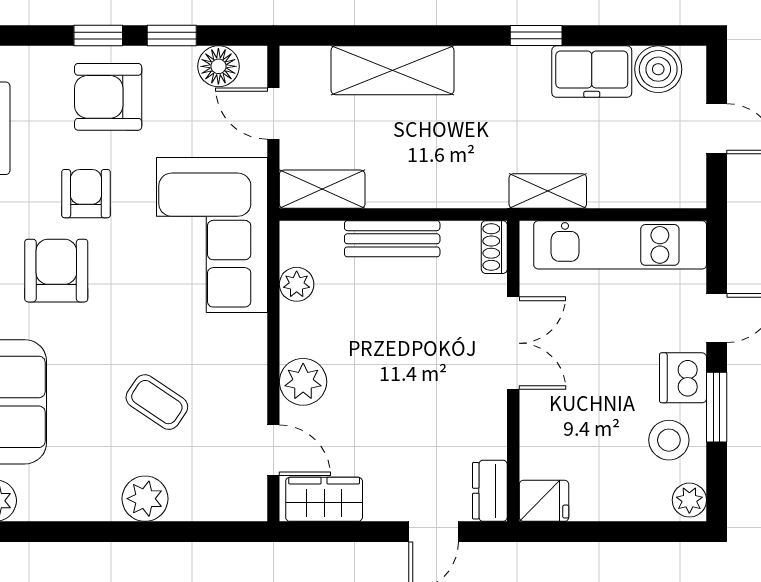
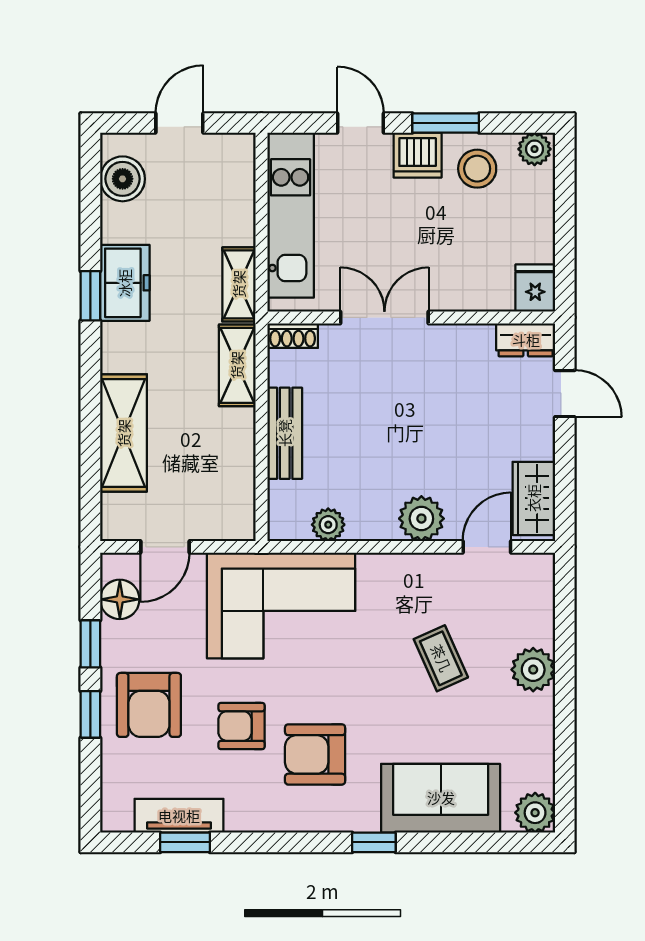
freezer: (592, 72) -> (125, 283), moved
shelving: (322, 189) -> (237, 365), moved
coffee table: (157, 402) -> (441, 658), turned -58

